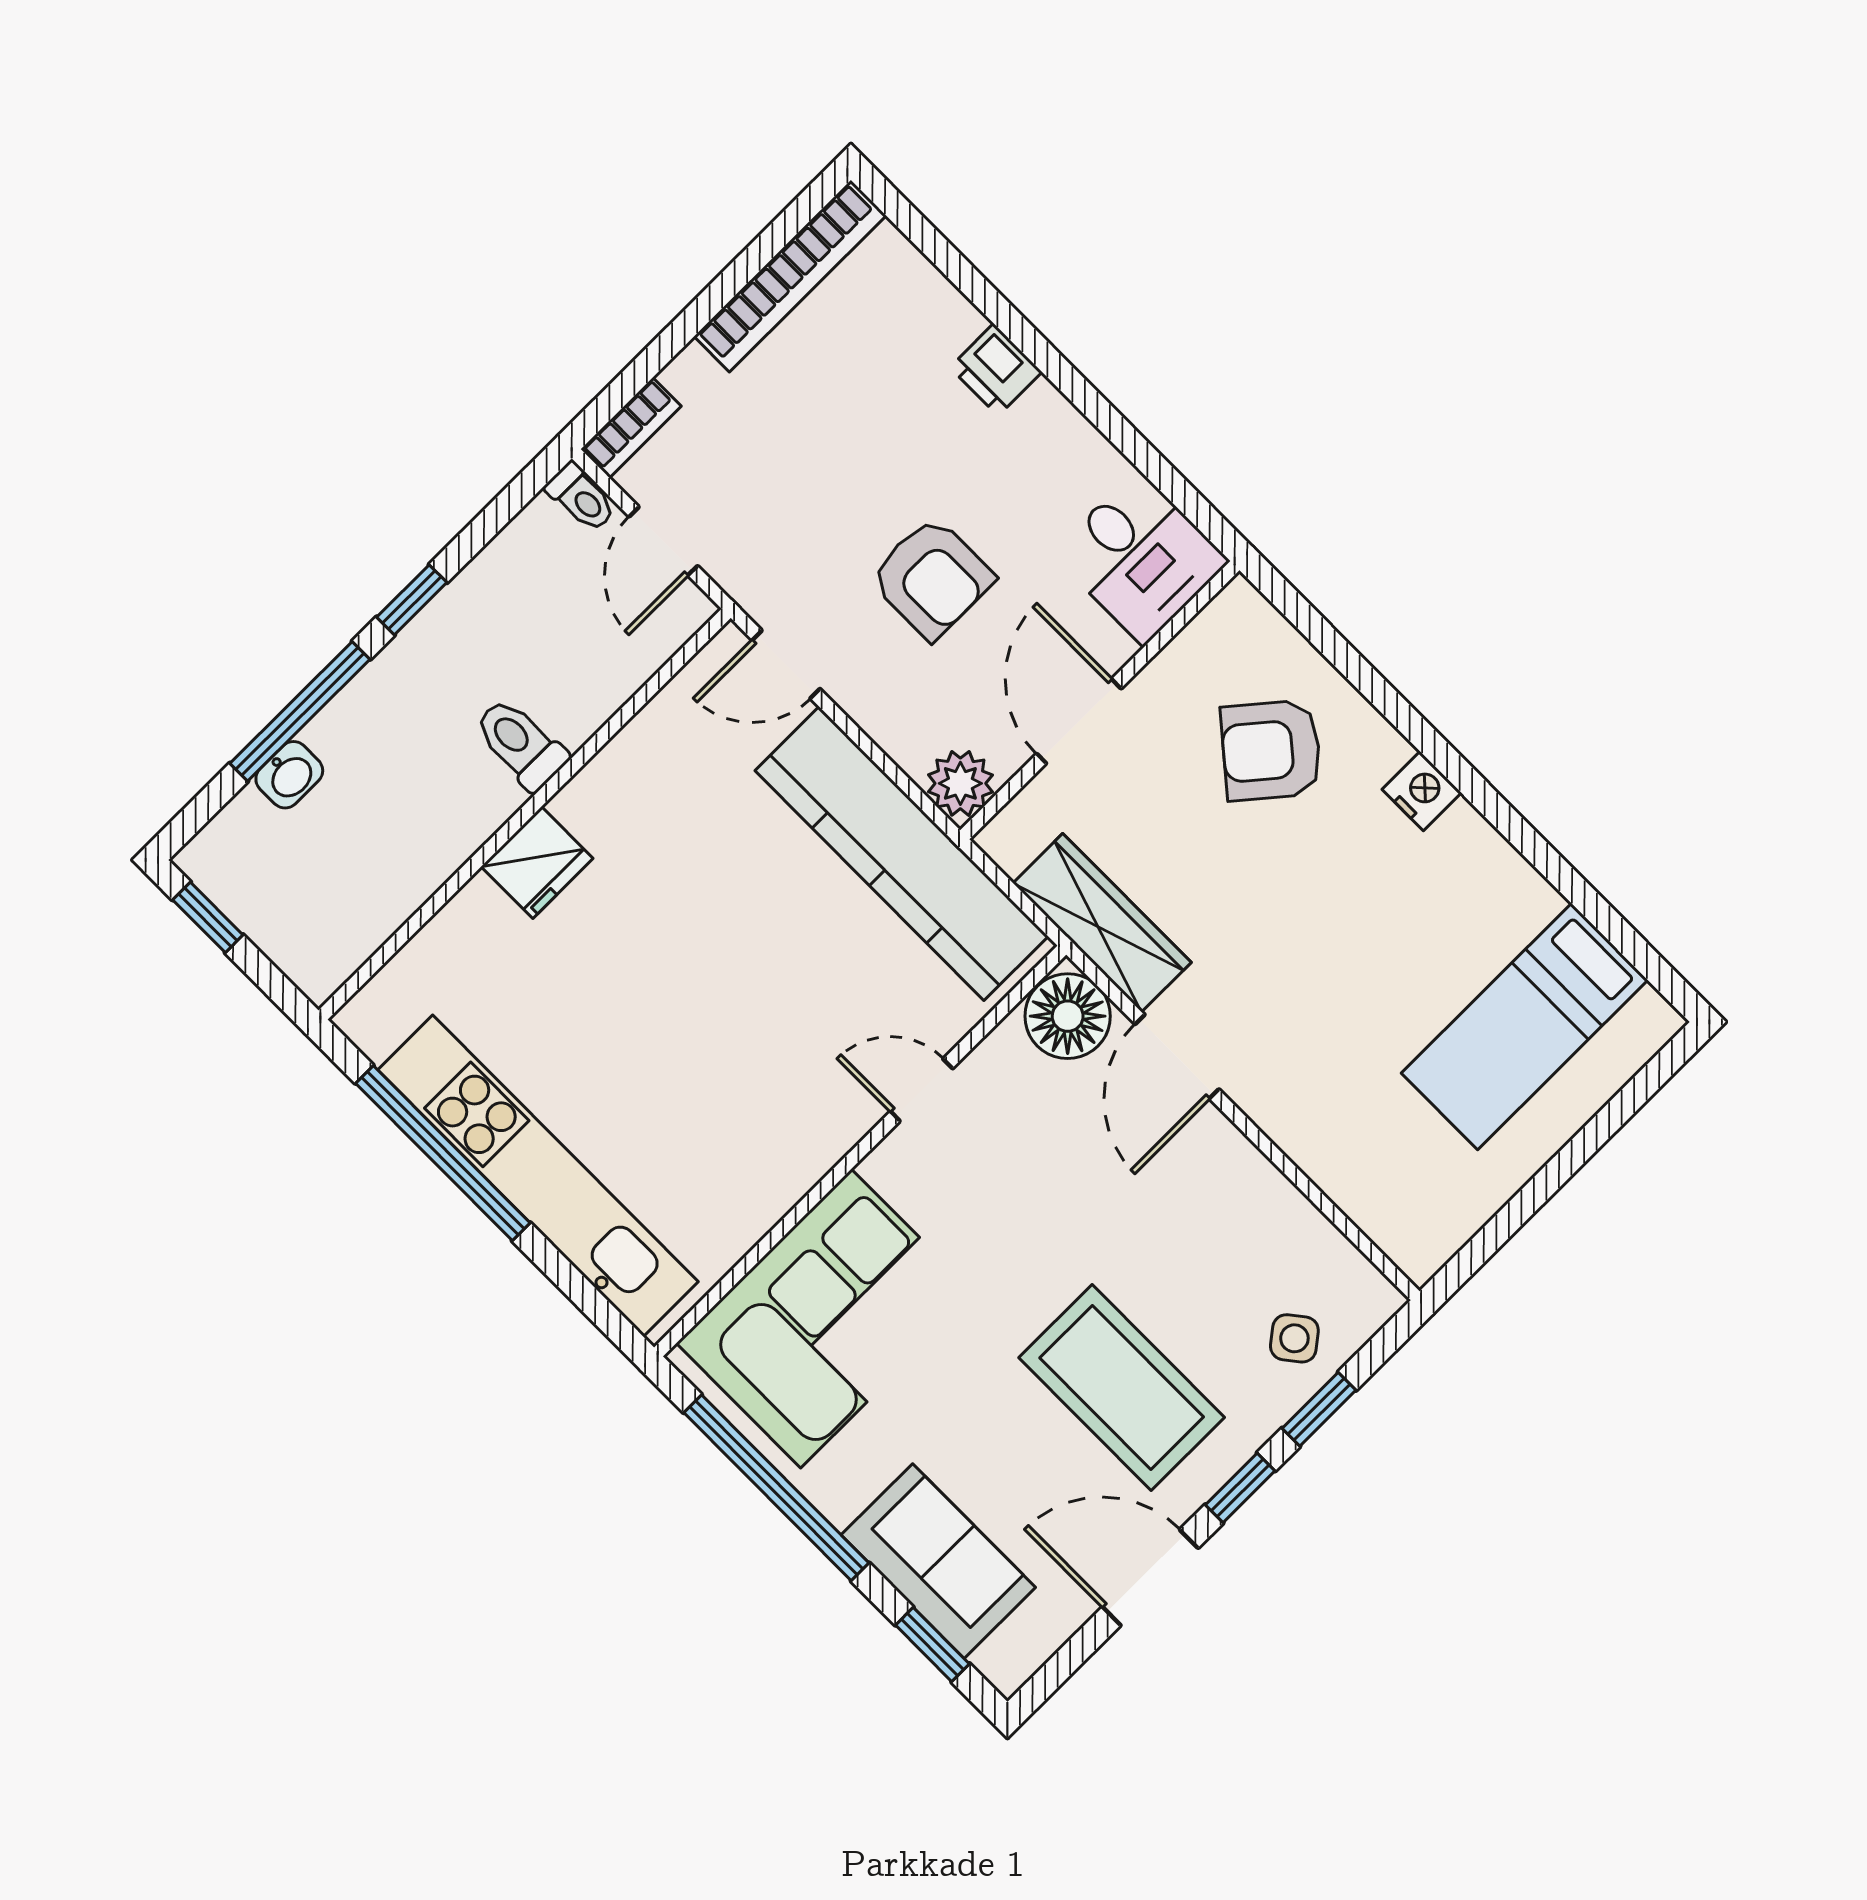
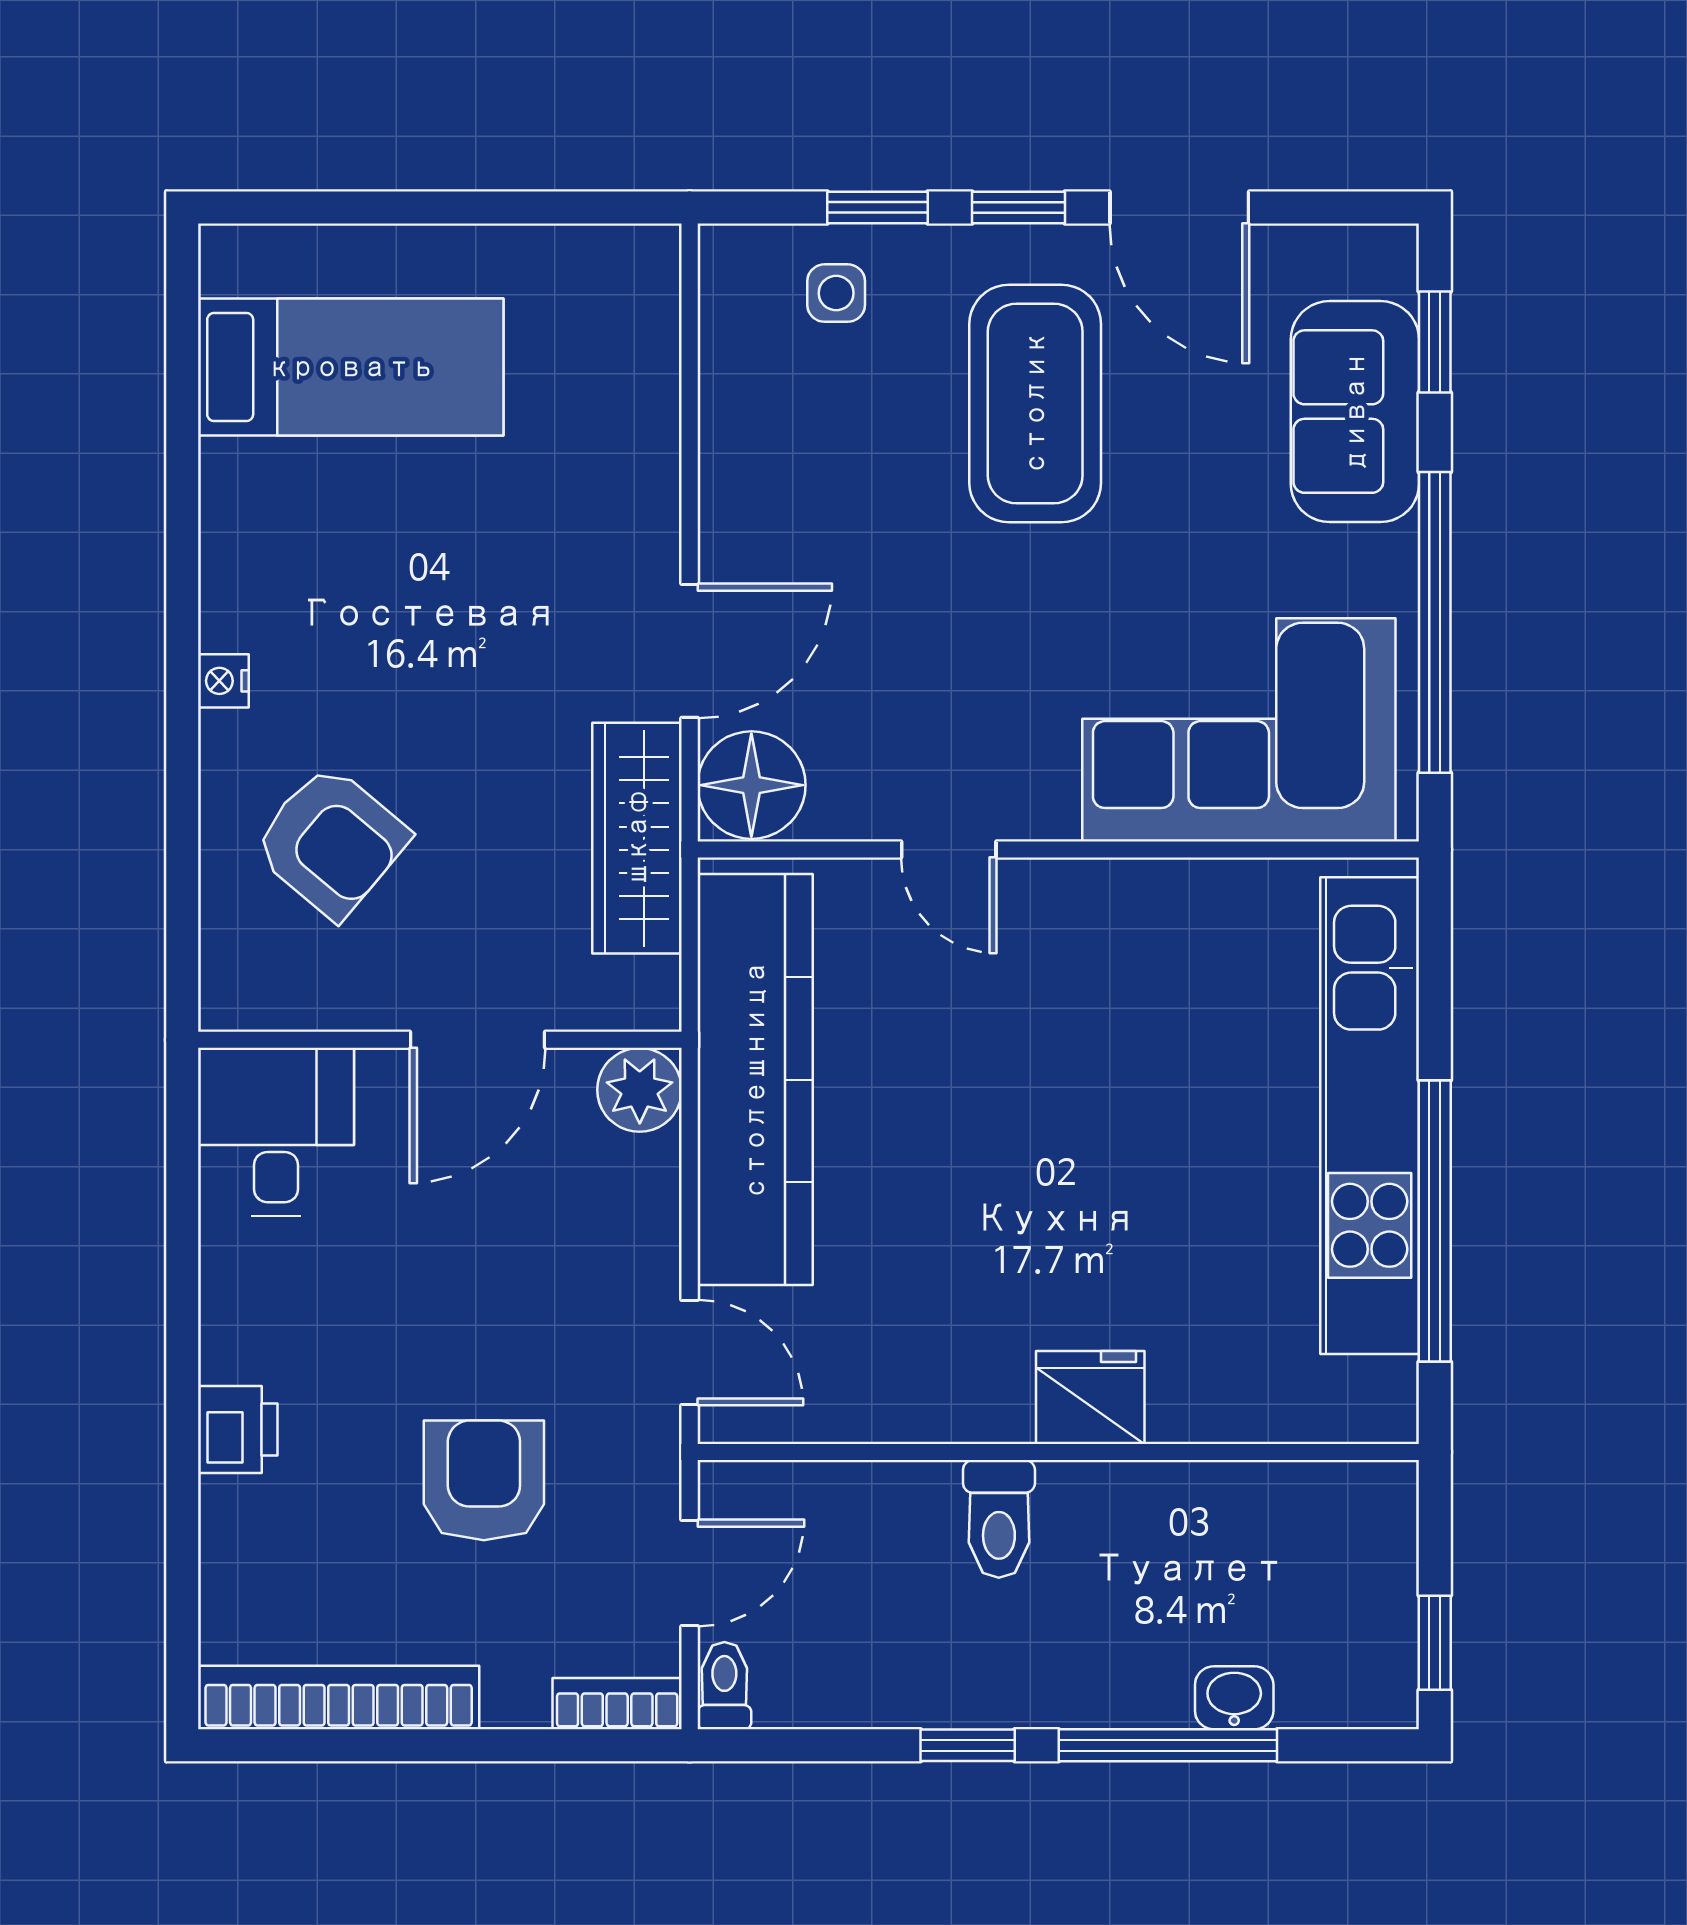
armchair: (932, 578) -> (484, 1480), moved
nightstand: (1422, 791) -> (223, 681), width x0.72, depth x0.74
side table: (1294, 1338) -> (836, 293), turned 38

